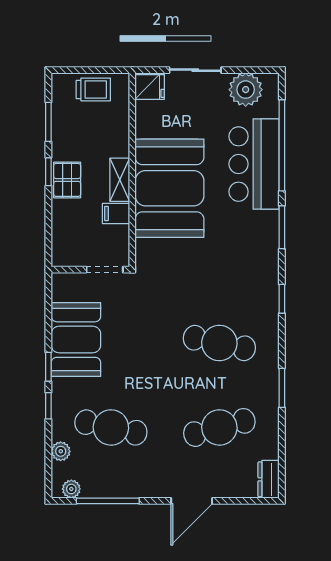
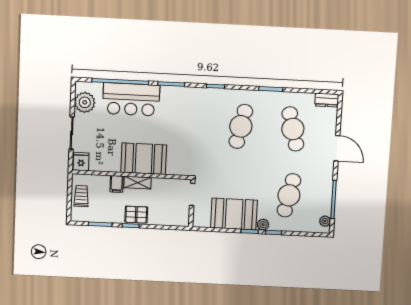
booth: (169, 188) -> (144, 159), width x0.73, depth x0.70
filing cabinet: (116, 213) -> (117, 184), moved
plant: (61, 451) -> (263, 225), moved

